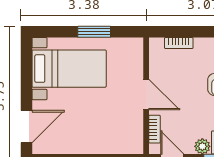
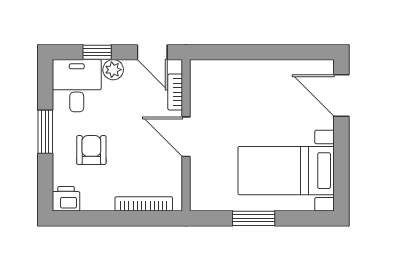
bookcase: (179, 43) -> (144, 204), width x1.56
door: (26, 126) -> (341, 95), hinge flipped

